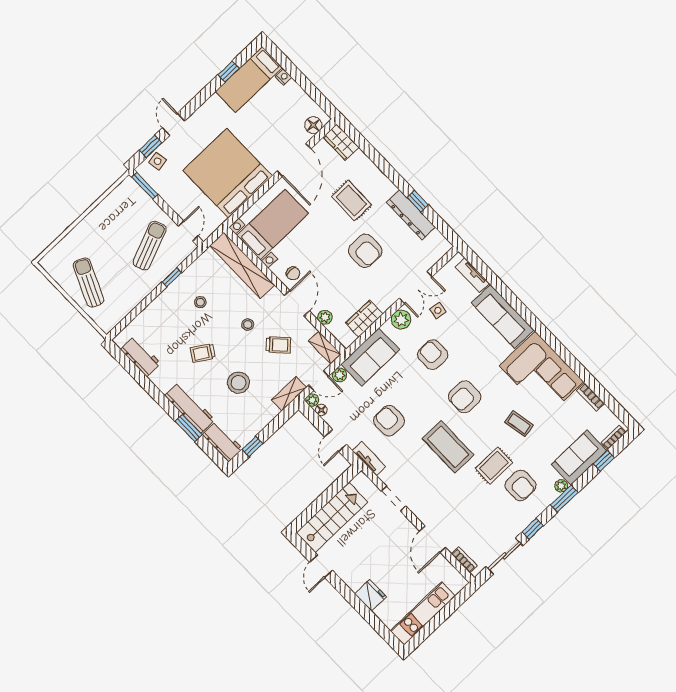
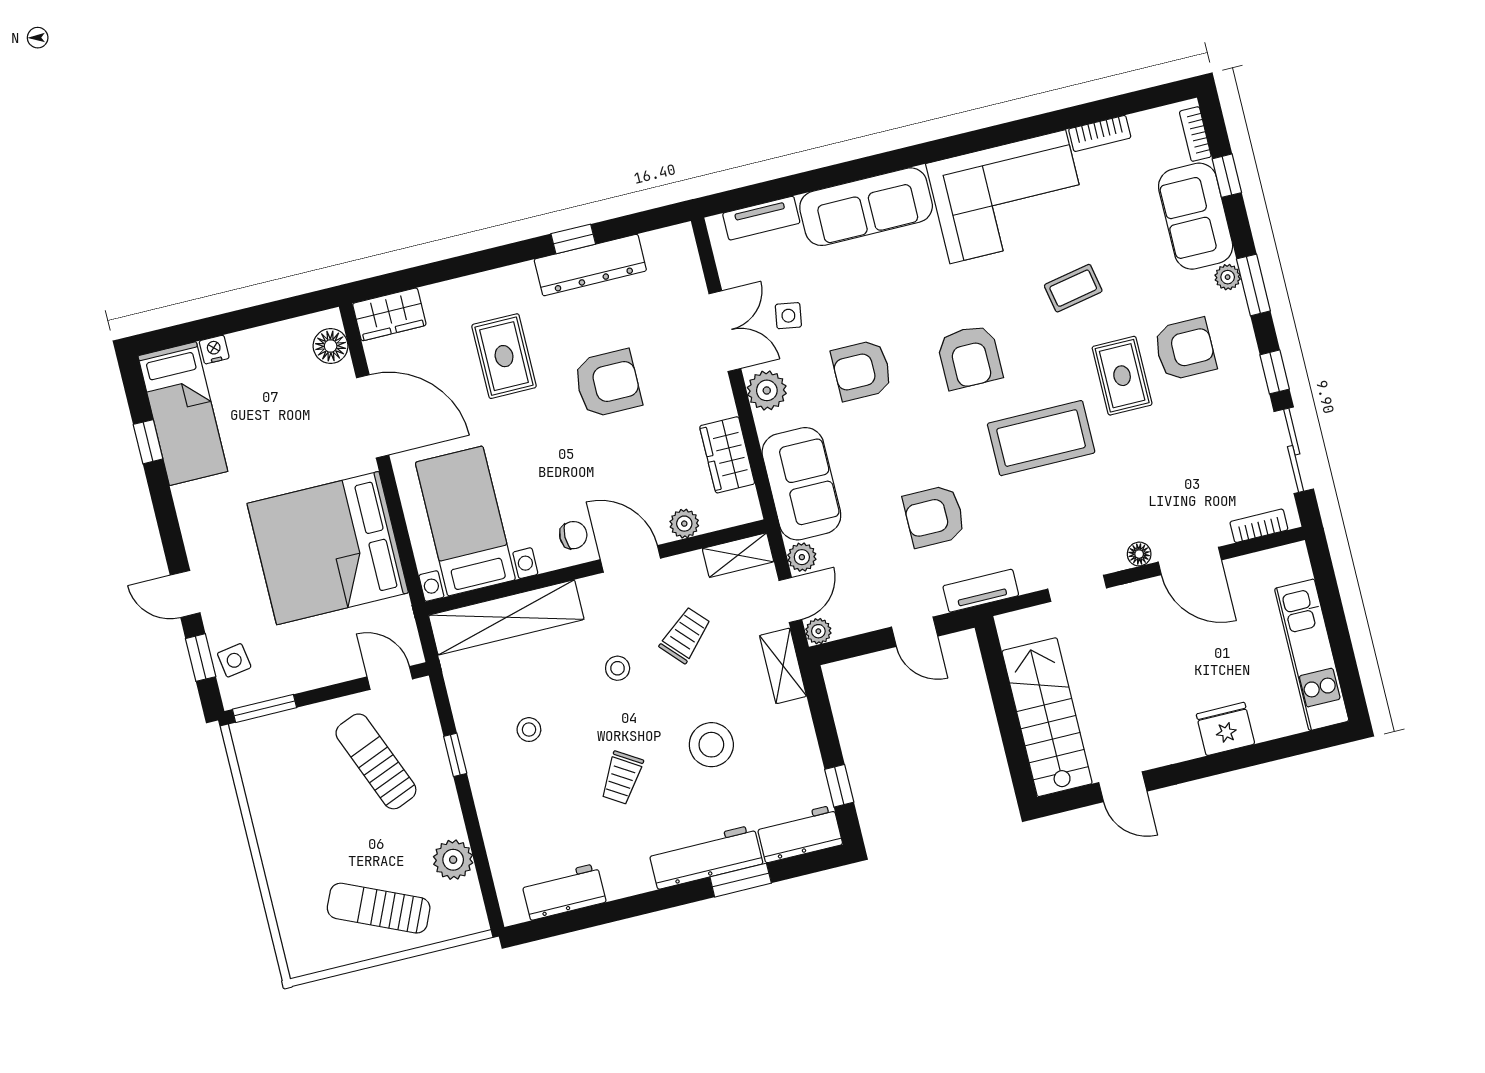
rug: (351, 201) -> (504, 356), turned 90
plant: (127, 302) -> (453, 860), added
floor lamp: (321, 410) -> (1139, 554), moved

